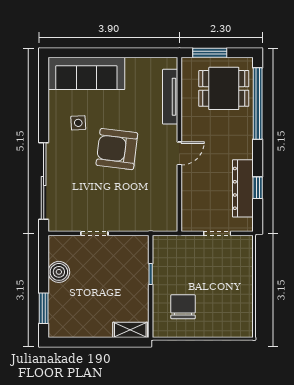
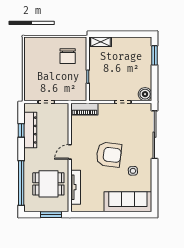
dining table: (224, 88) -> (48, 184), moved
piano: (156, 222) -> (84, 109), added
boiler: (59, 272) -> (145, 94), moved

